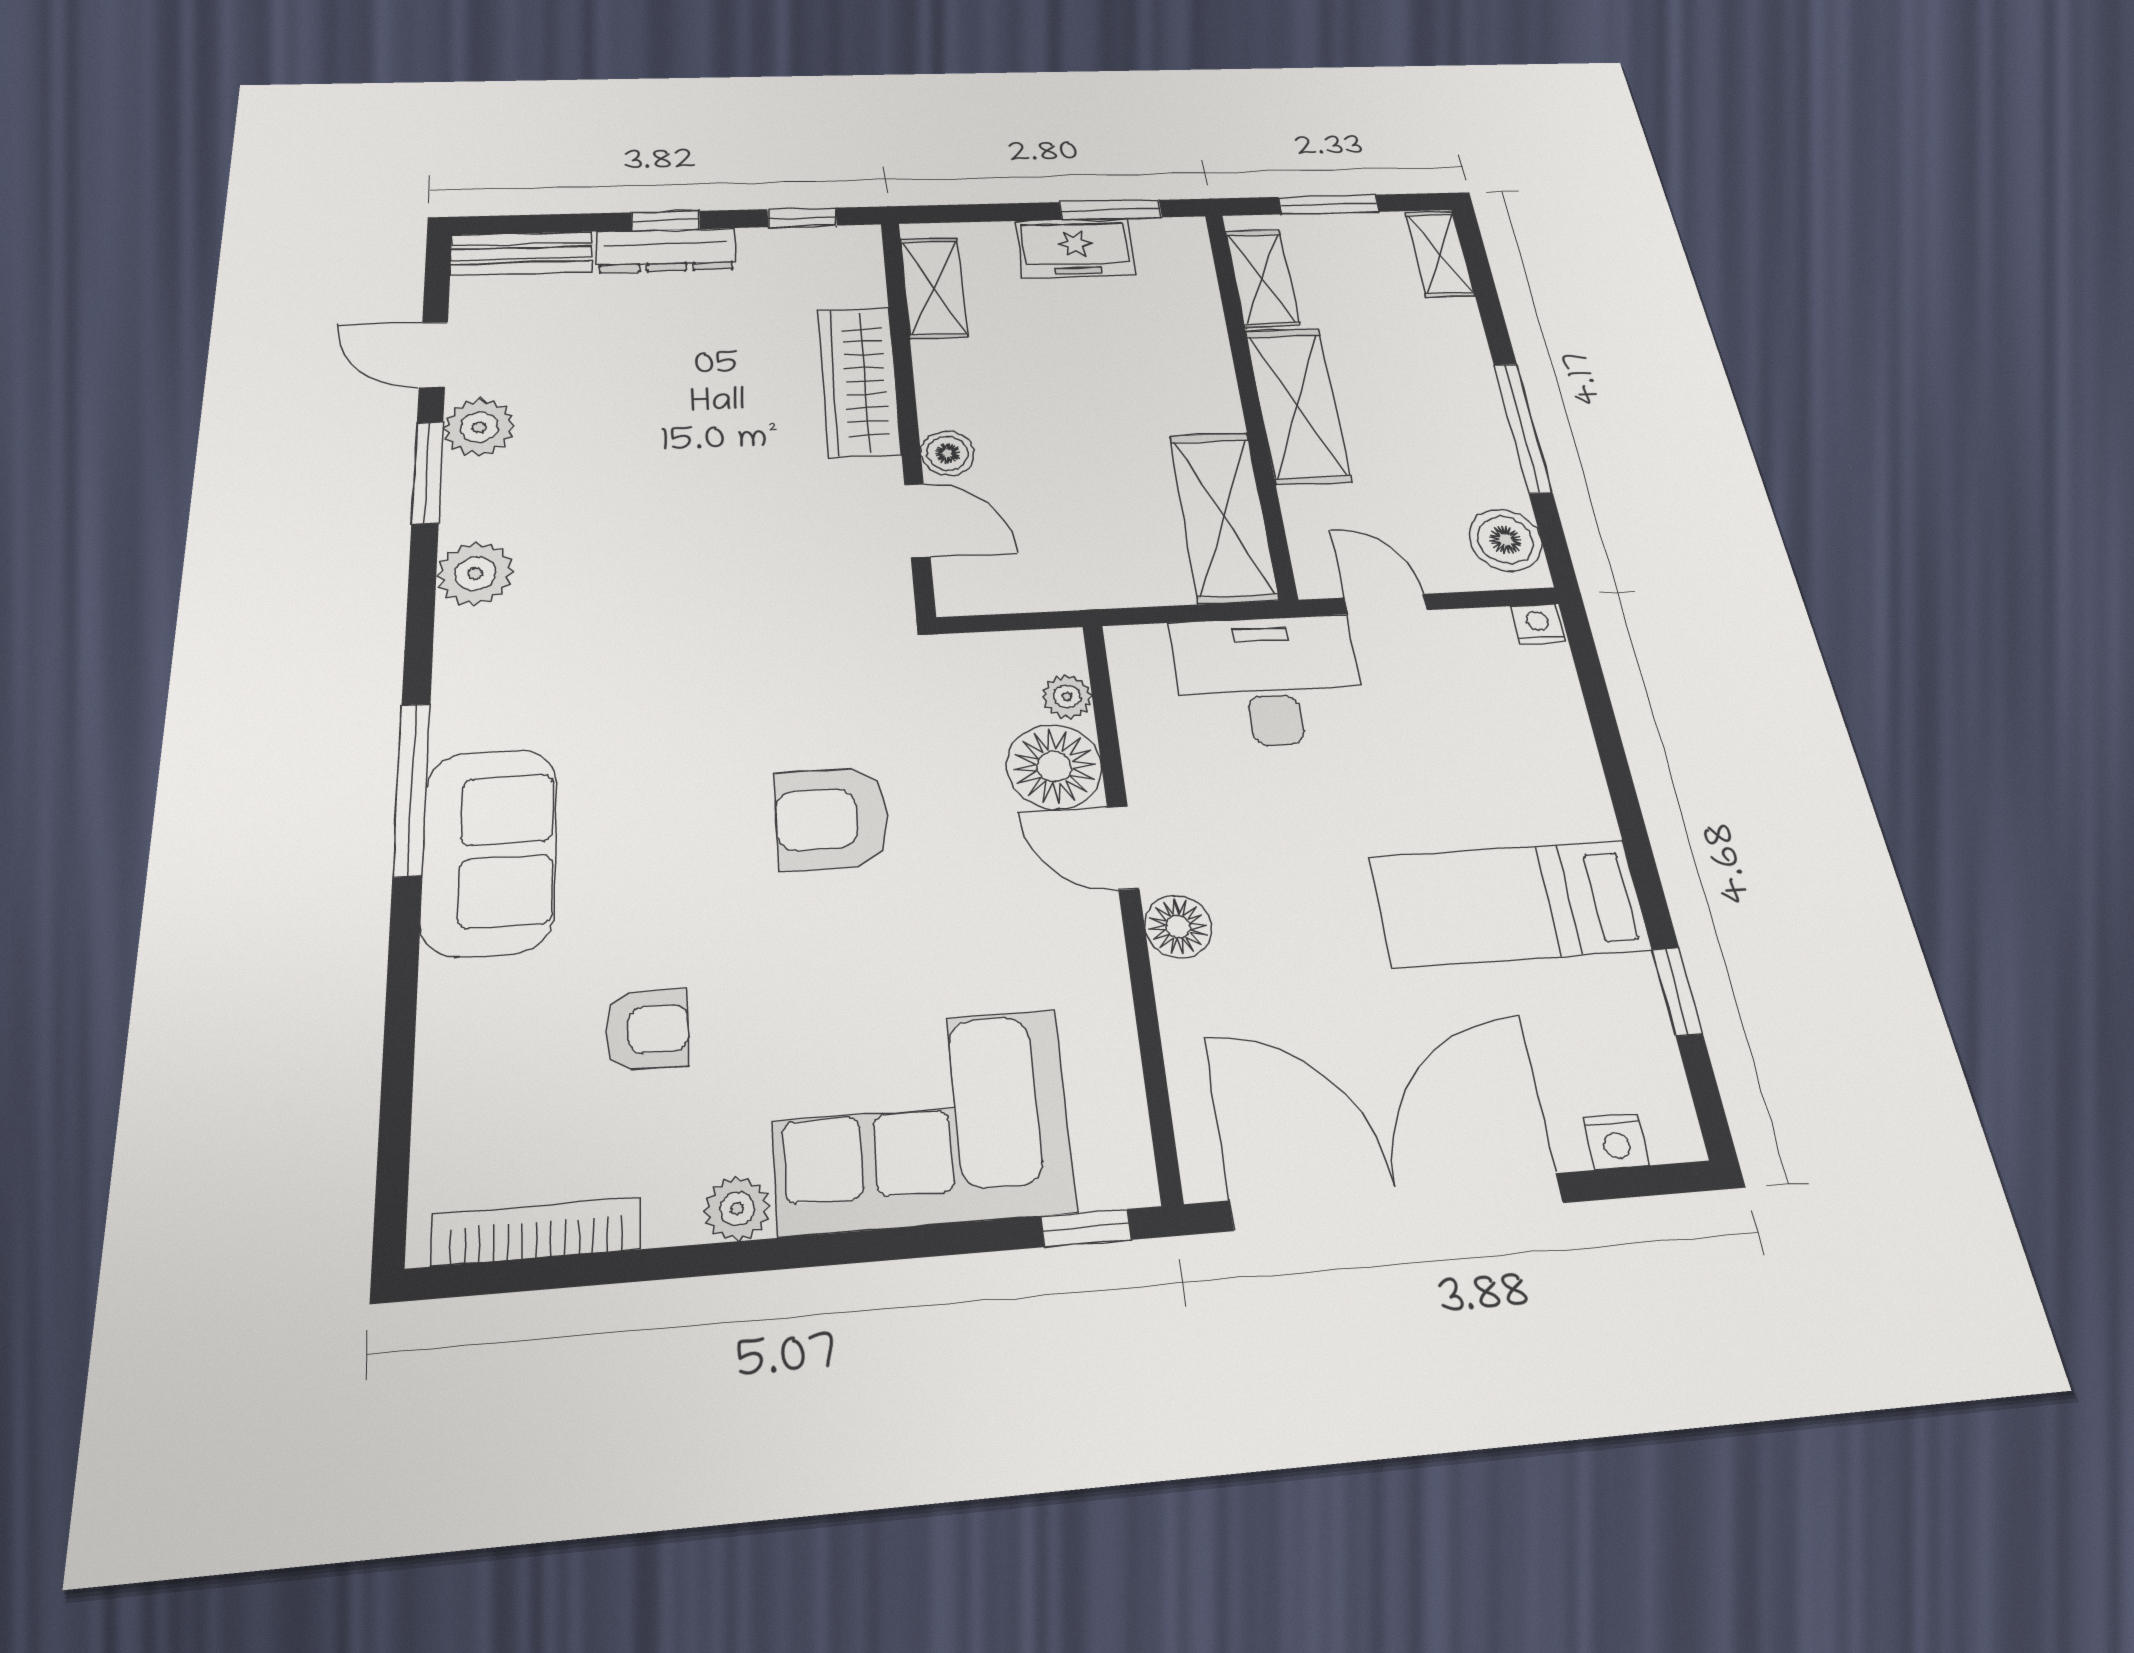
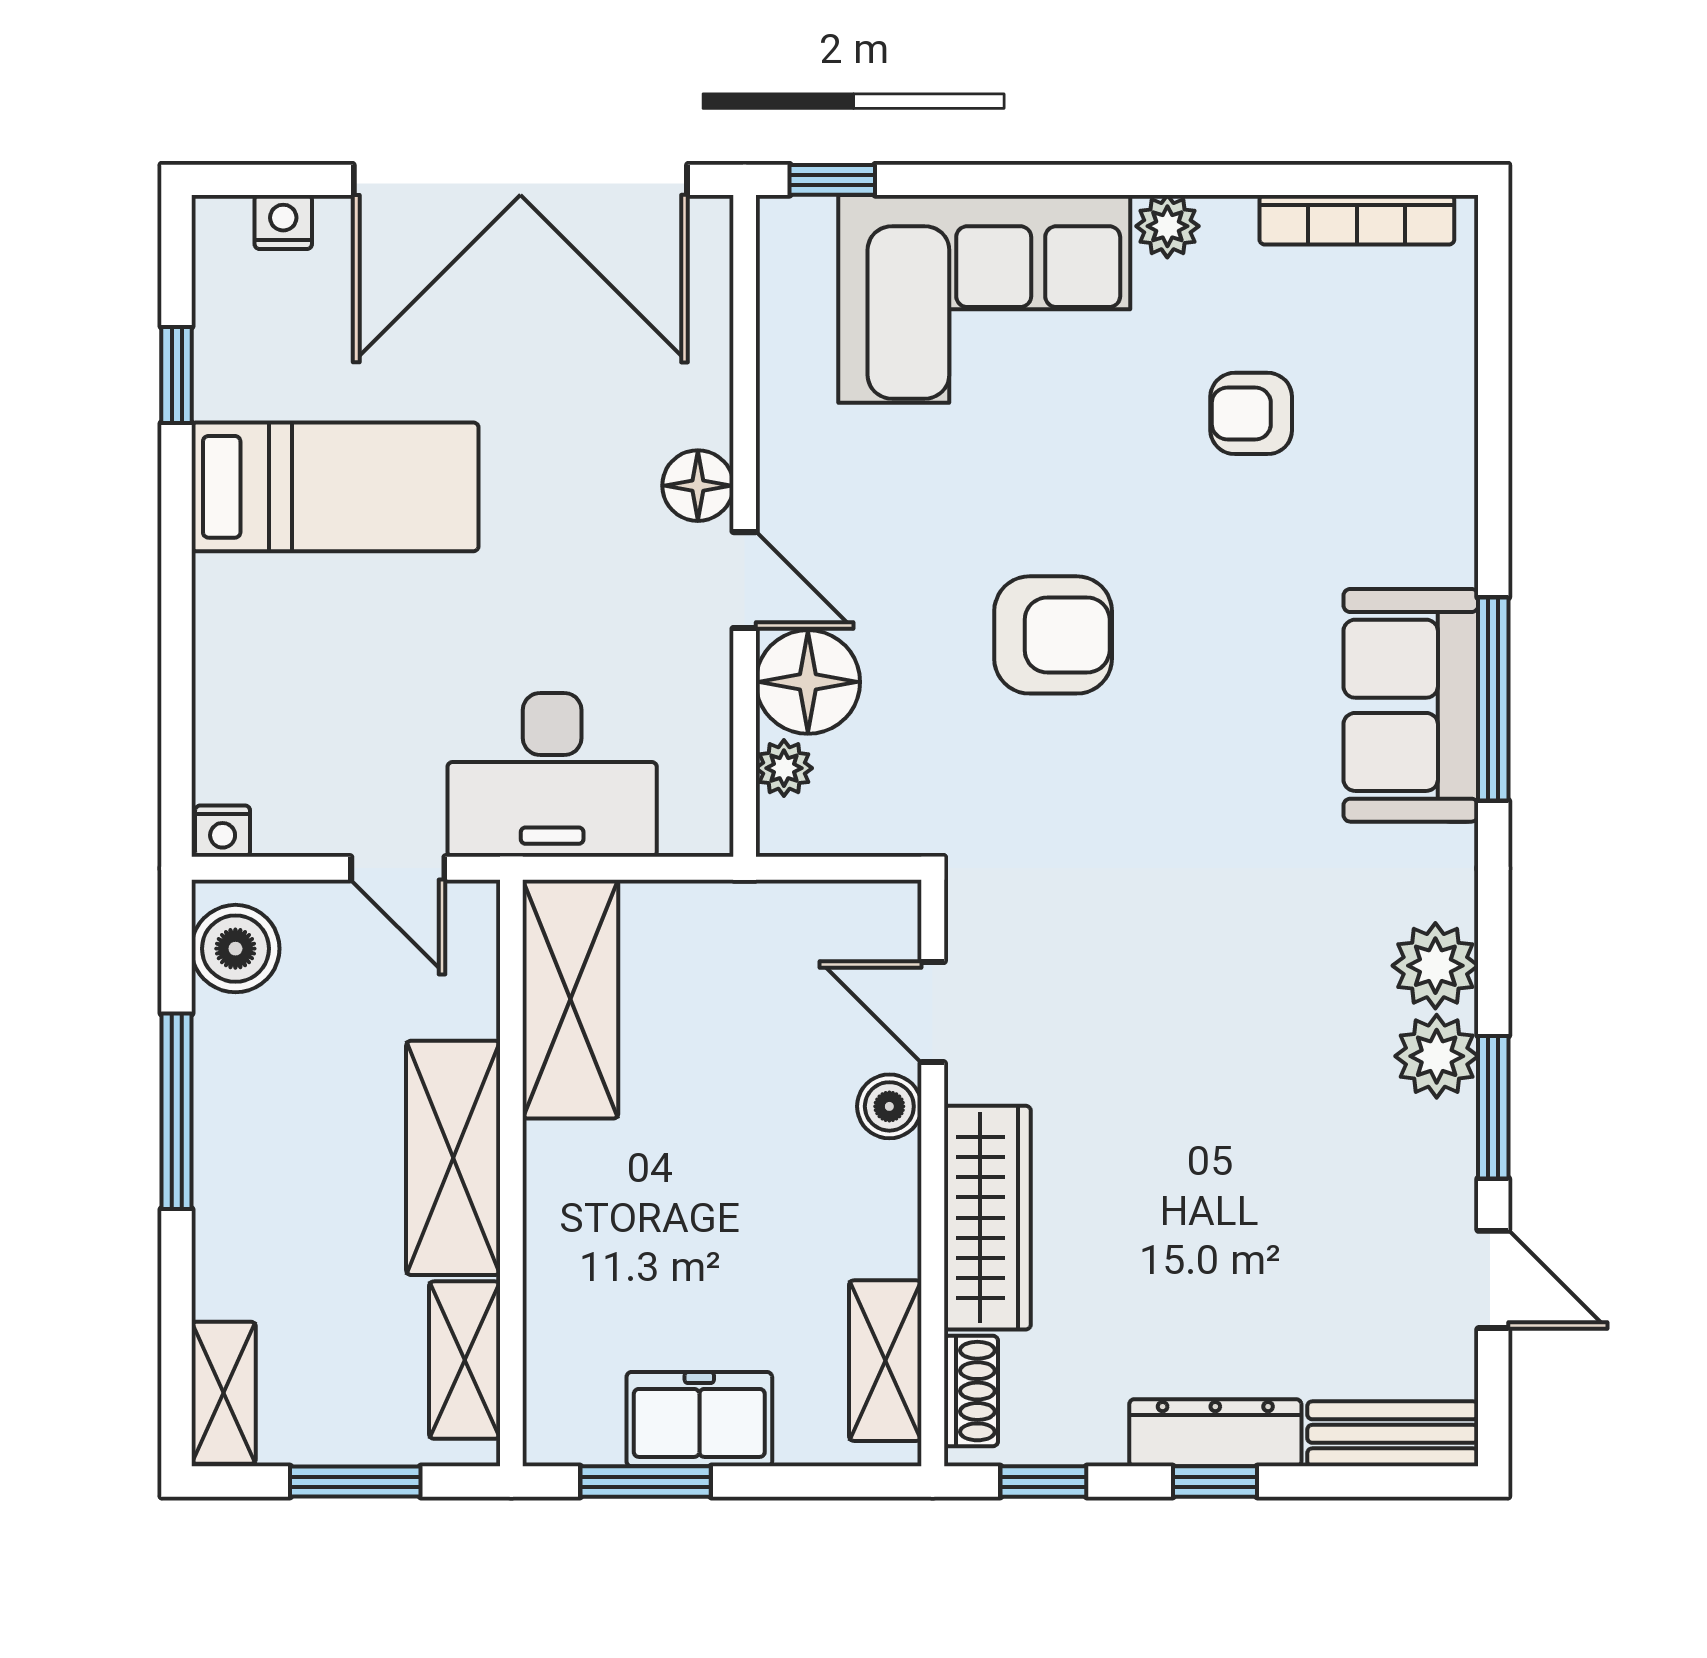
shoe rack: (864, 271) -> (971, 1391), added
plant: (479, 427) -> (1437, 1056), moved
sofa: (489, 851) -> (1411, 705), moved

